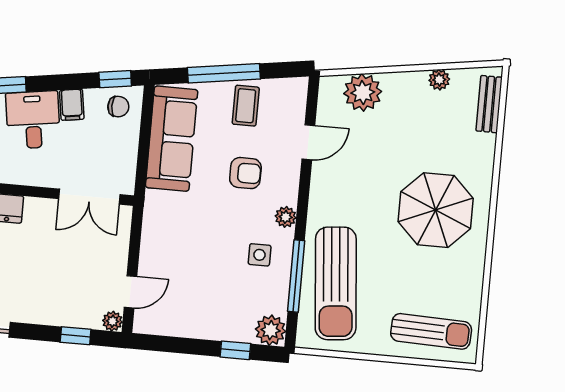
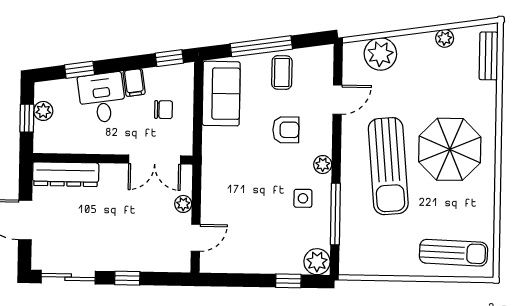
chair: (118, 107) -> (163, 110), moved
sofa: (172, 139) -> (221, 94), width x0.73
sun lounger: (336, 283) -> (388, 166), moved
plant: (113, 321) -> (183, 204), moved
window: (76, 336) -> (127, 278), moved

